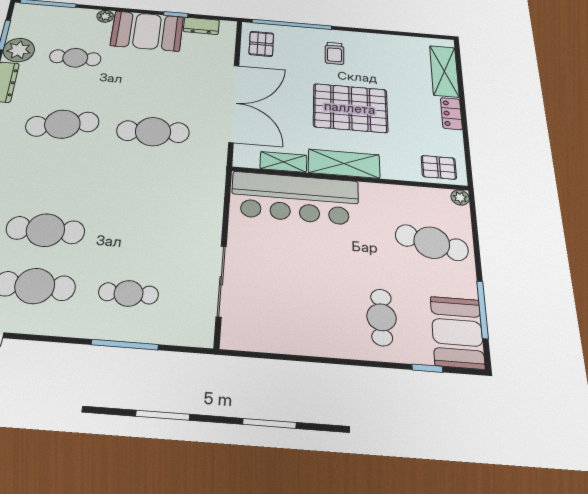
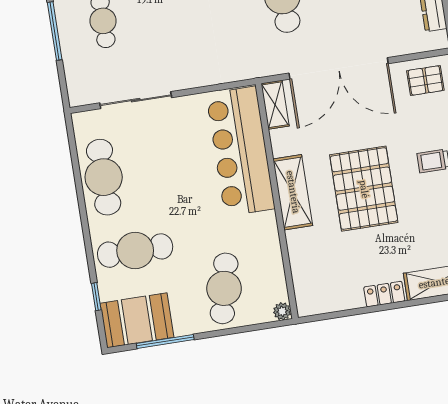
shelving: (283, 162) -> (275, 105), moved
pallet: (439, 167) -> (313, 287), removed
cafe table: (382, 317) -> (135, 251), width x1.37, depth x1.35
cafe table: (297, 331) -> (104, 177), added

